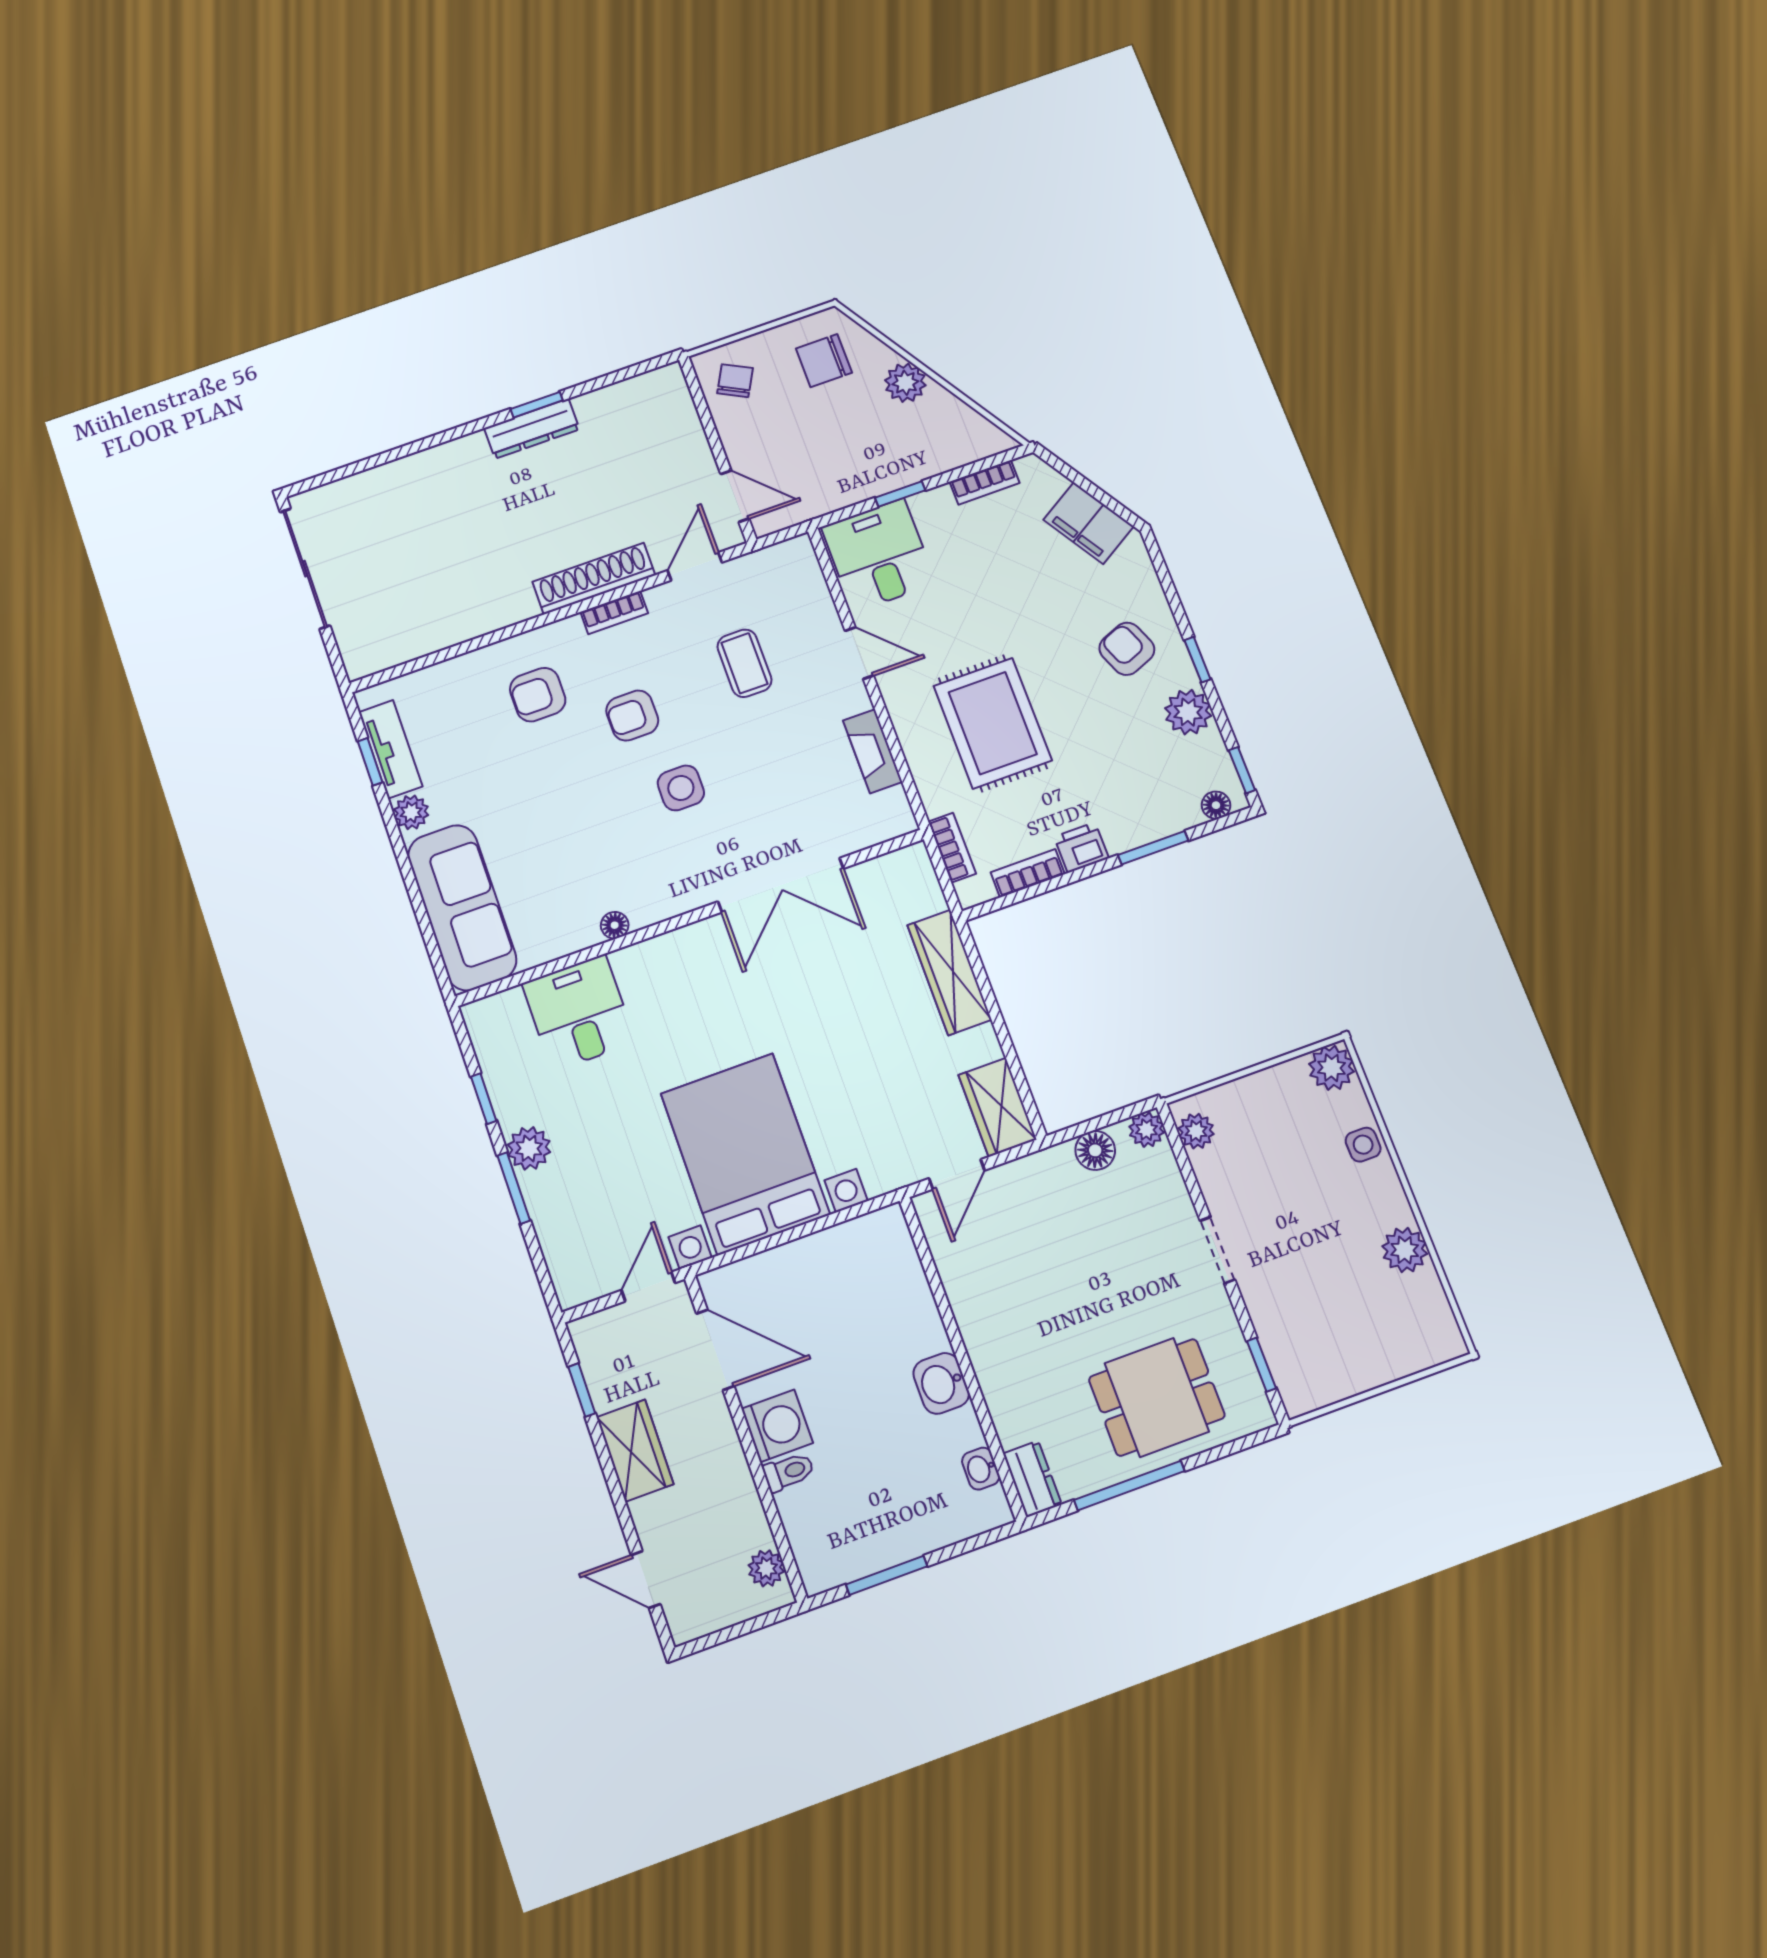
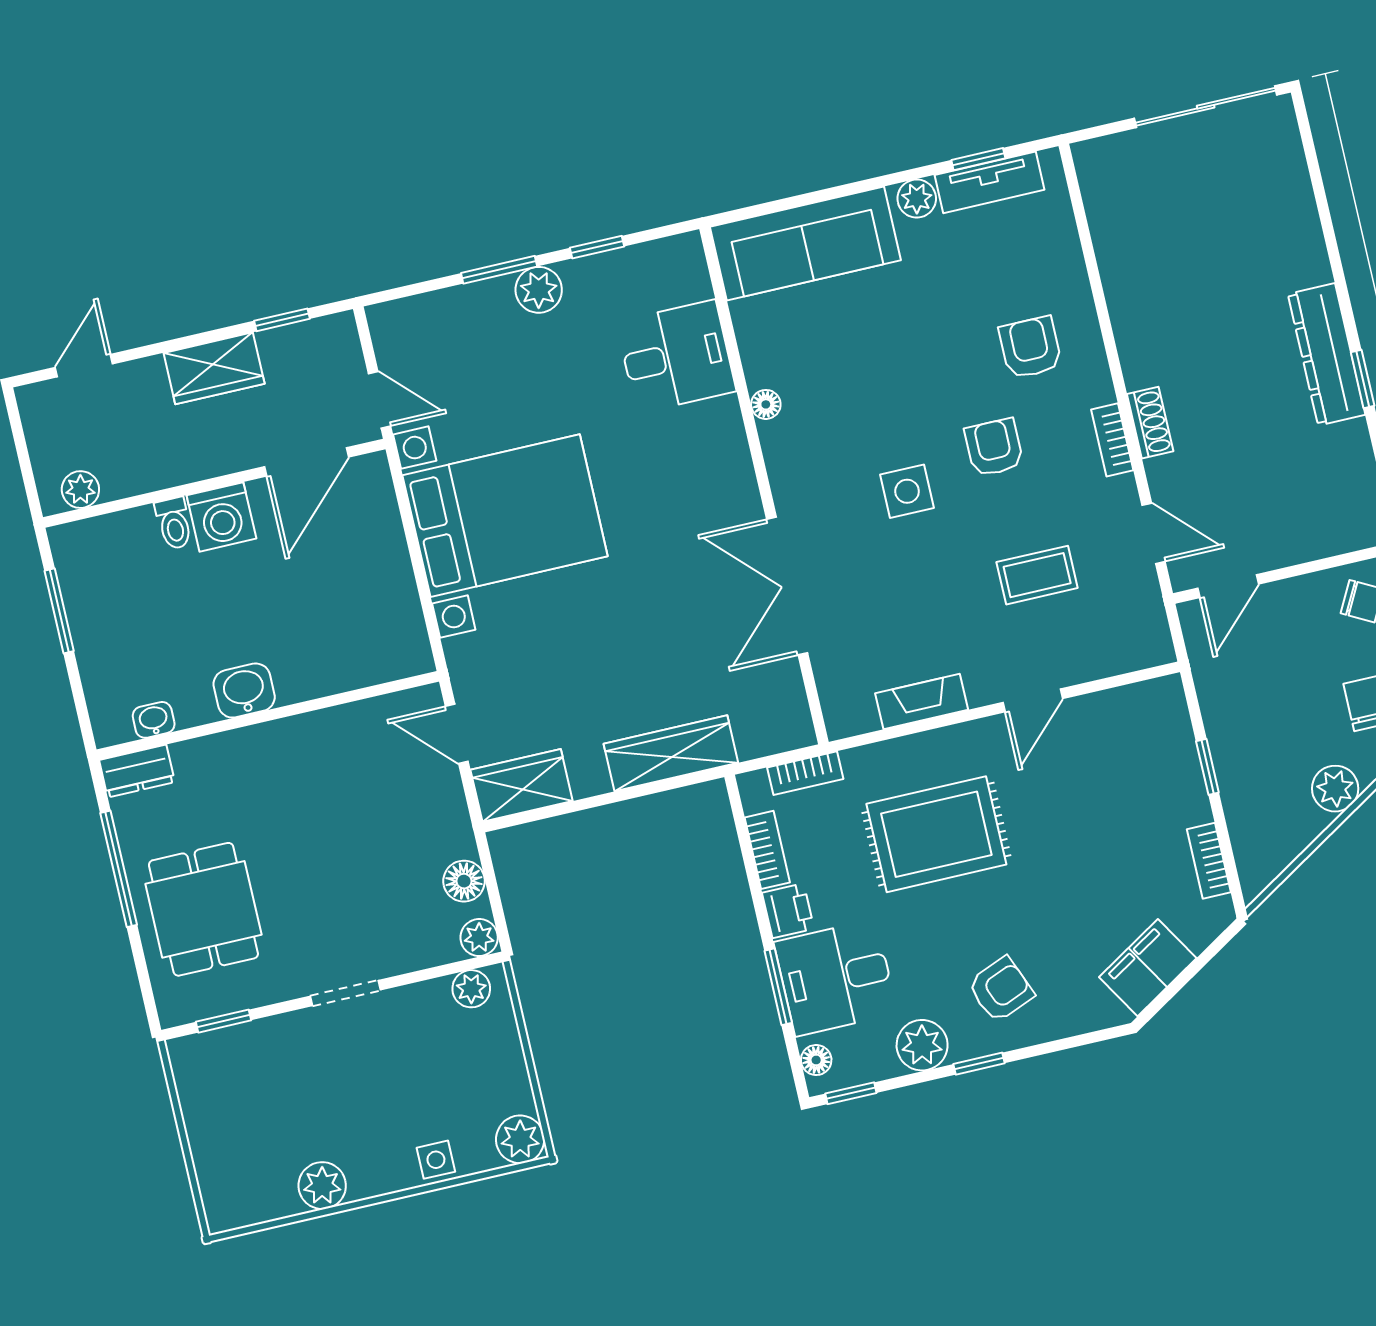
dresser: (532, 429) -> (1326, 354), width x1.37, depth x1.24
desk: (879, 555) -> (836, 978), moved, turned 180
shoe rack: (594, 579) -> (1150, 423), width x0.51, depth x0.81

